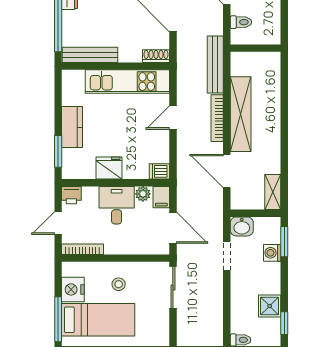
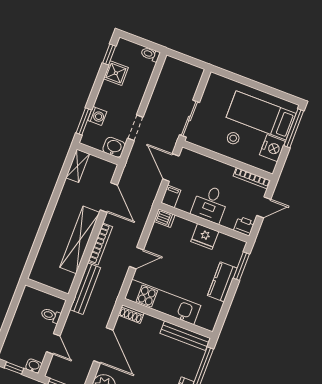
plant: (143, 194) -> (185, 205), removed

